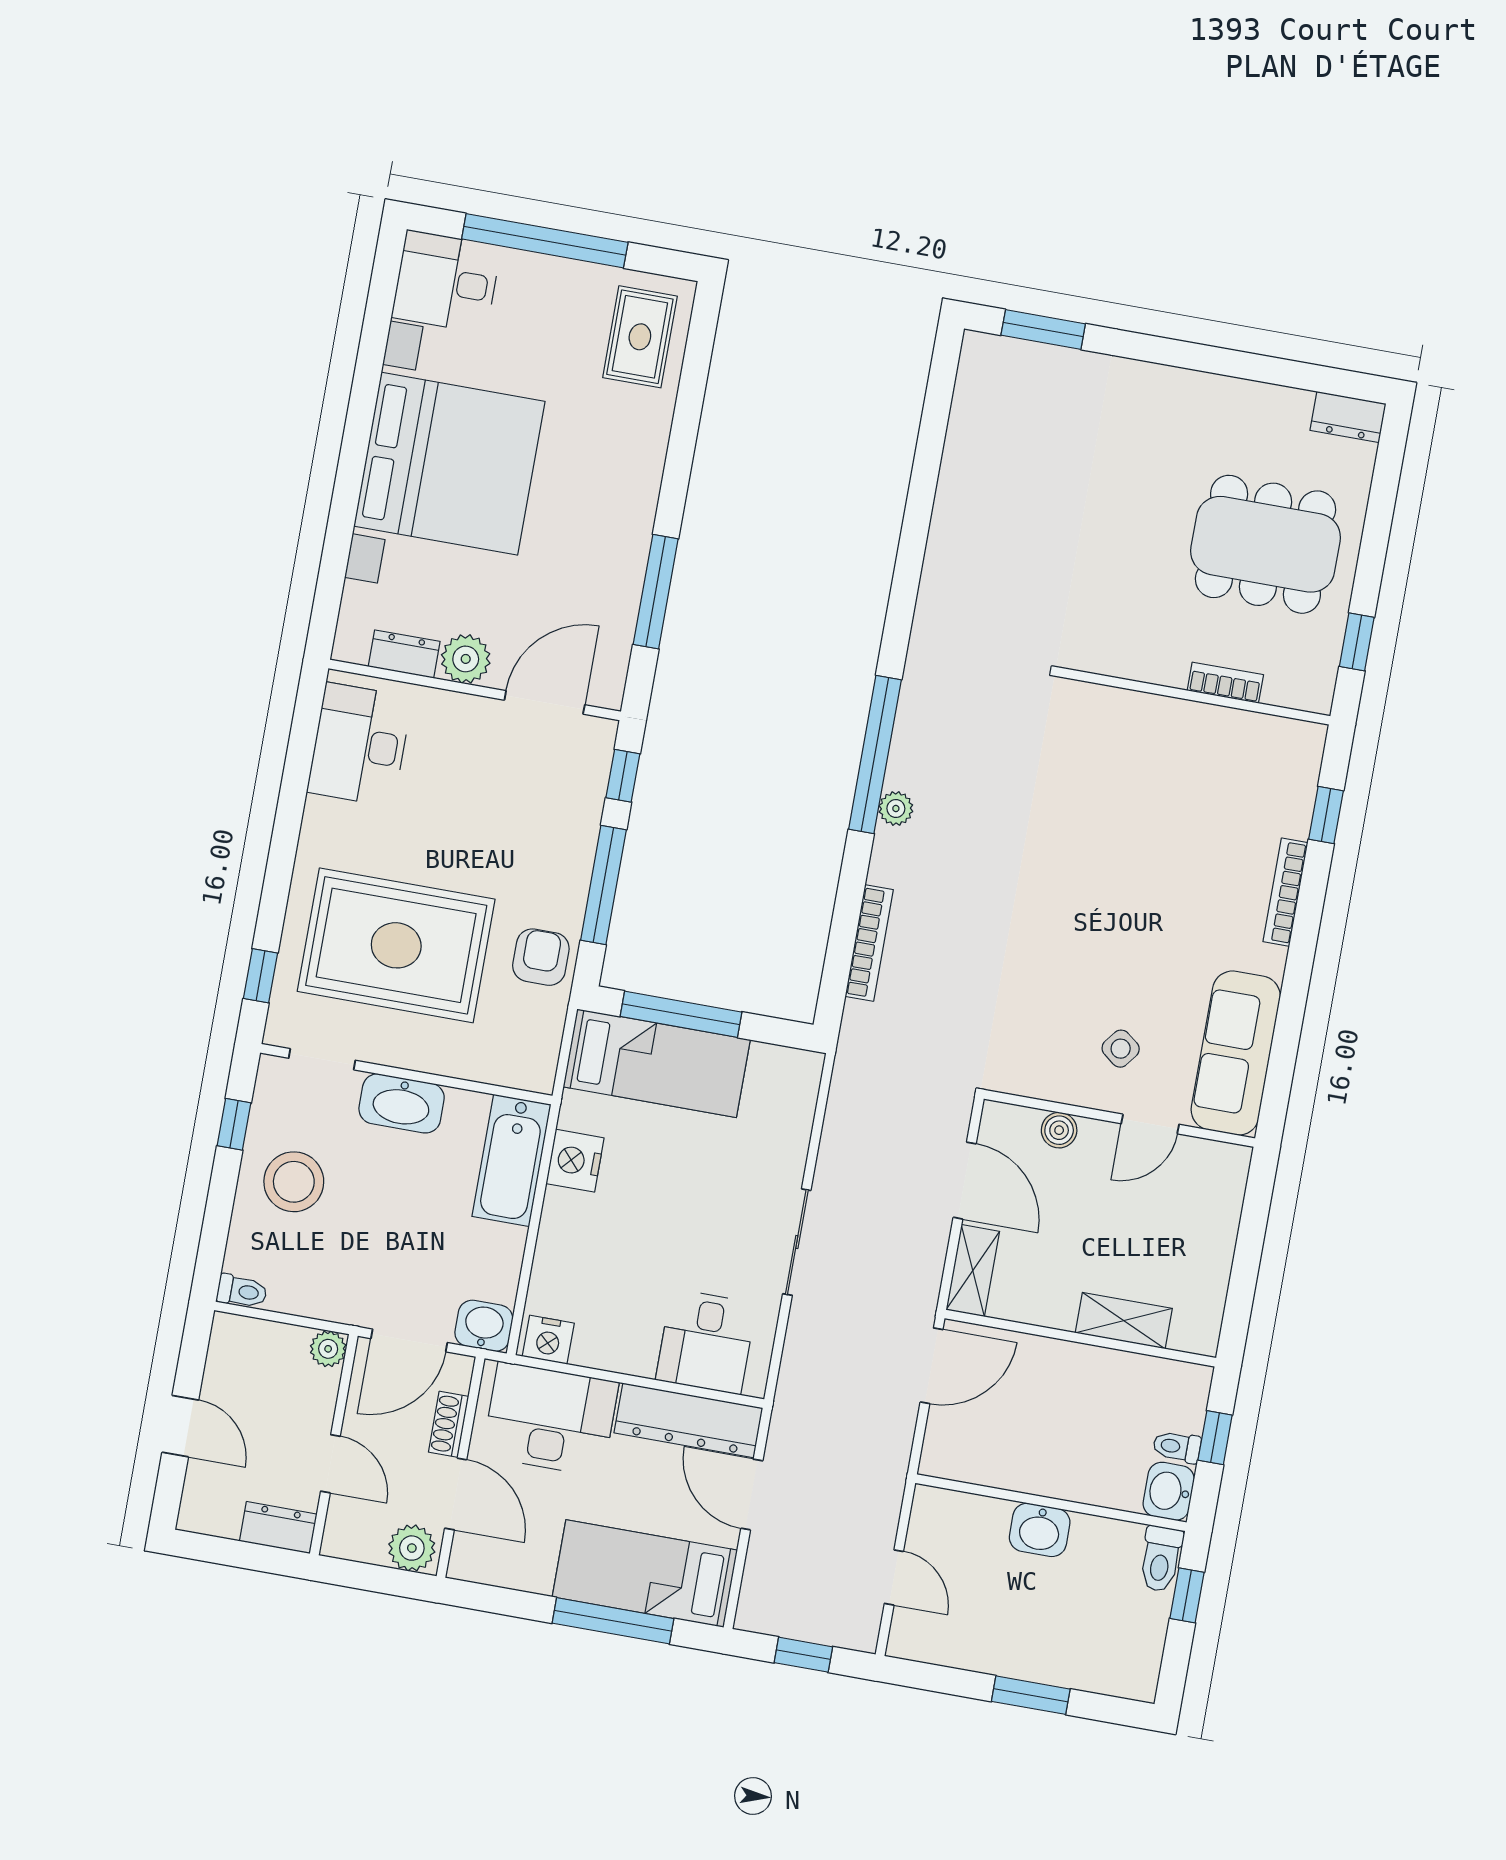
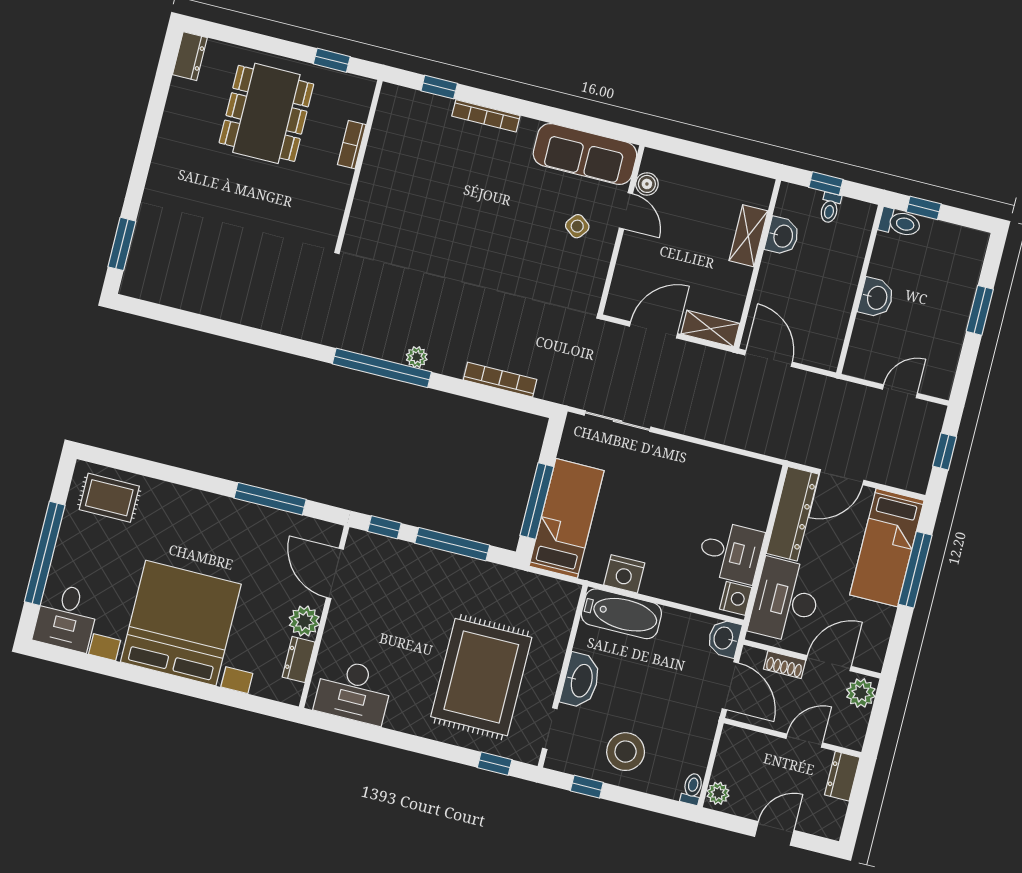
armchair: (541, 957) -> (495, 587), removed
boiler: (1059, 1130) -> (647, 184), moved
sliding door: (797, 1242) -> (618, 421), moved
desk: (706, 1342) -> (730, 552), moved
plant: (328, 1349) -> (718, 793), moved
washbasin: (1169, 1491) -> (782, 236), moved, turned -90

